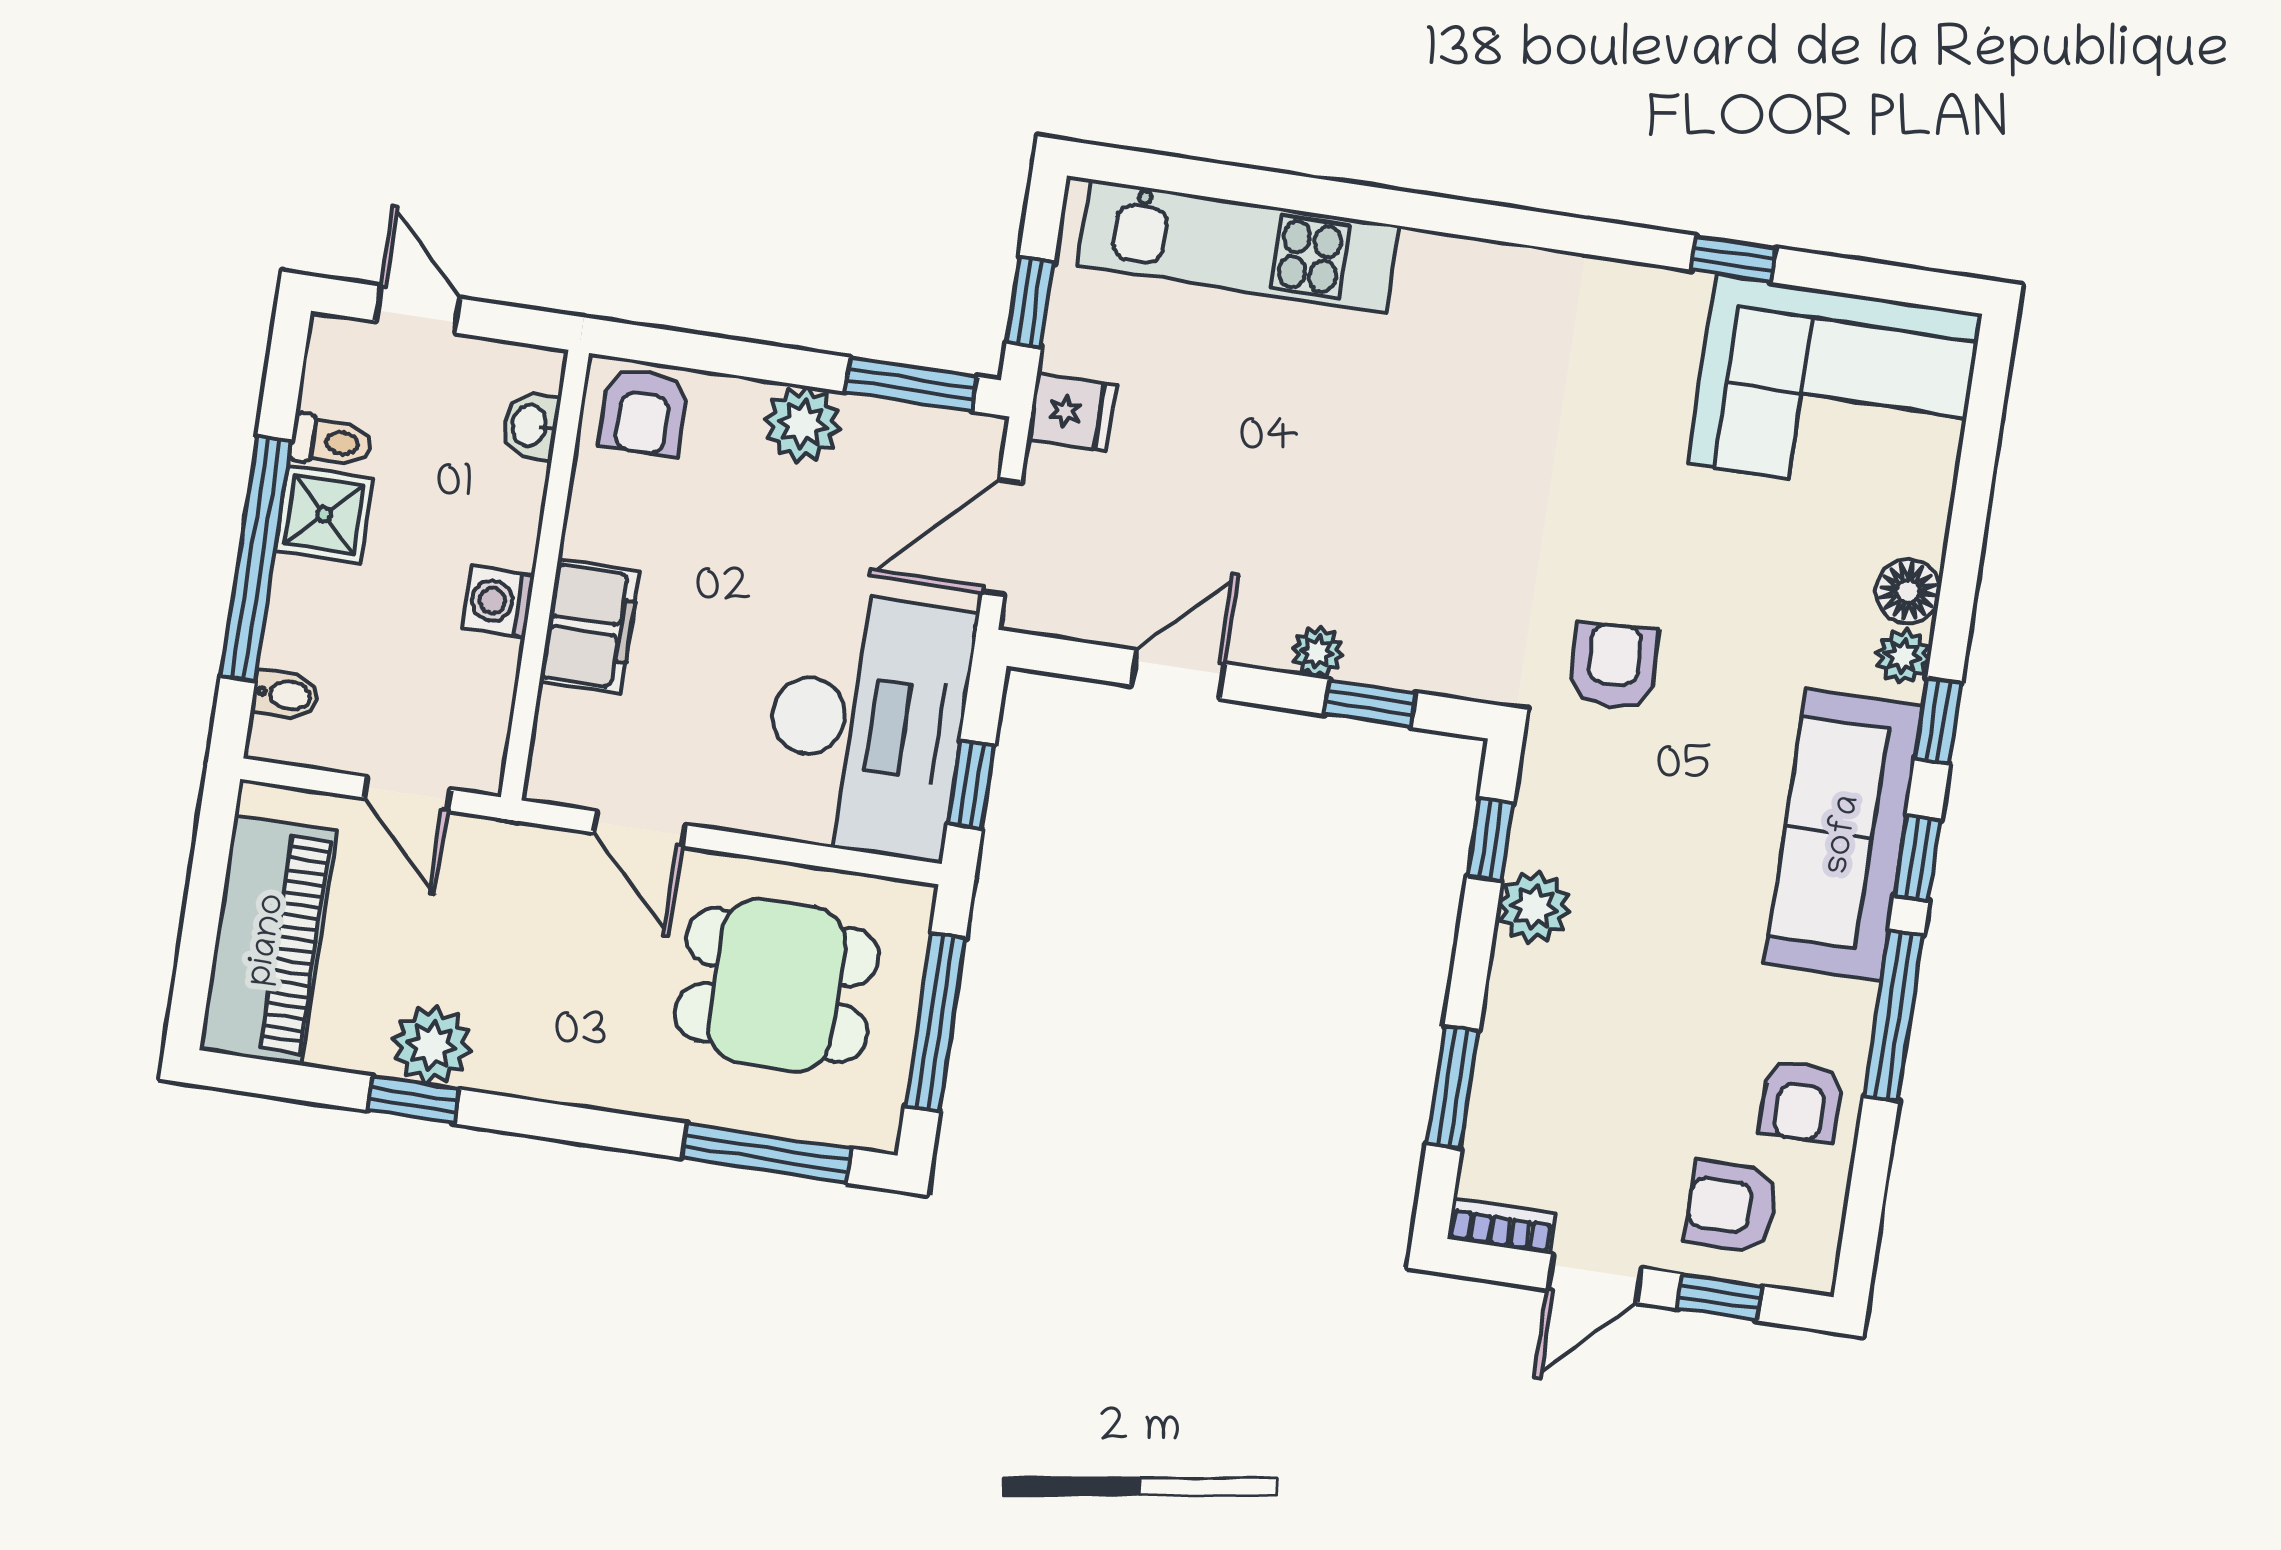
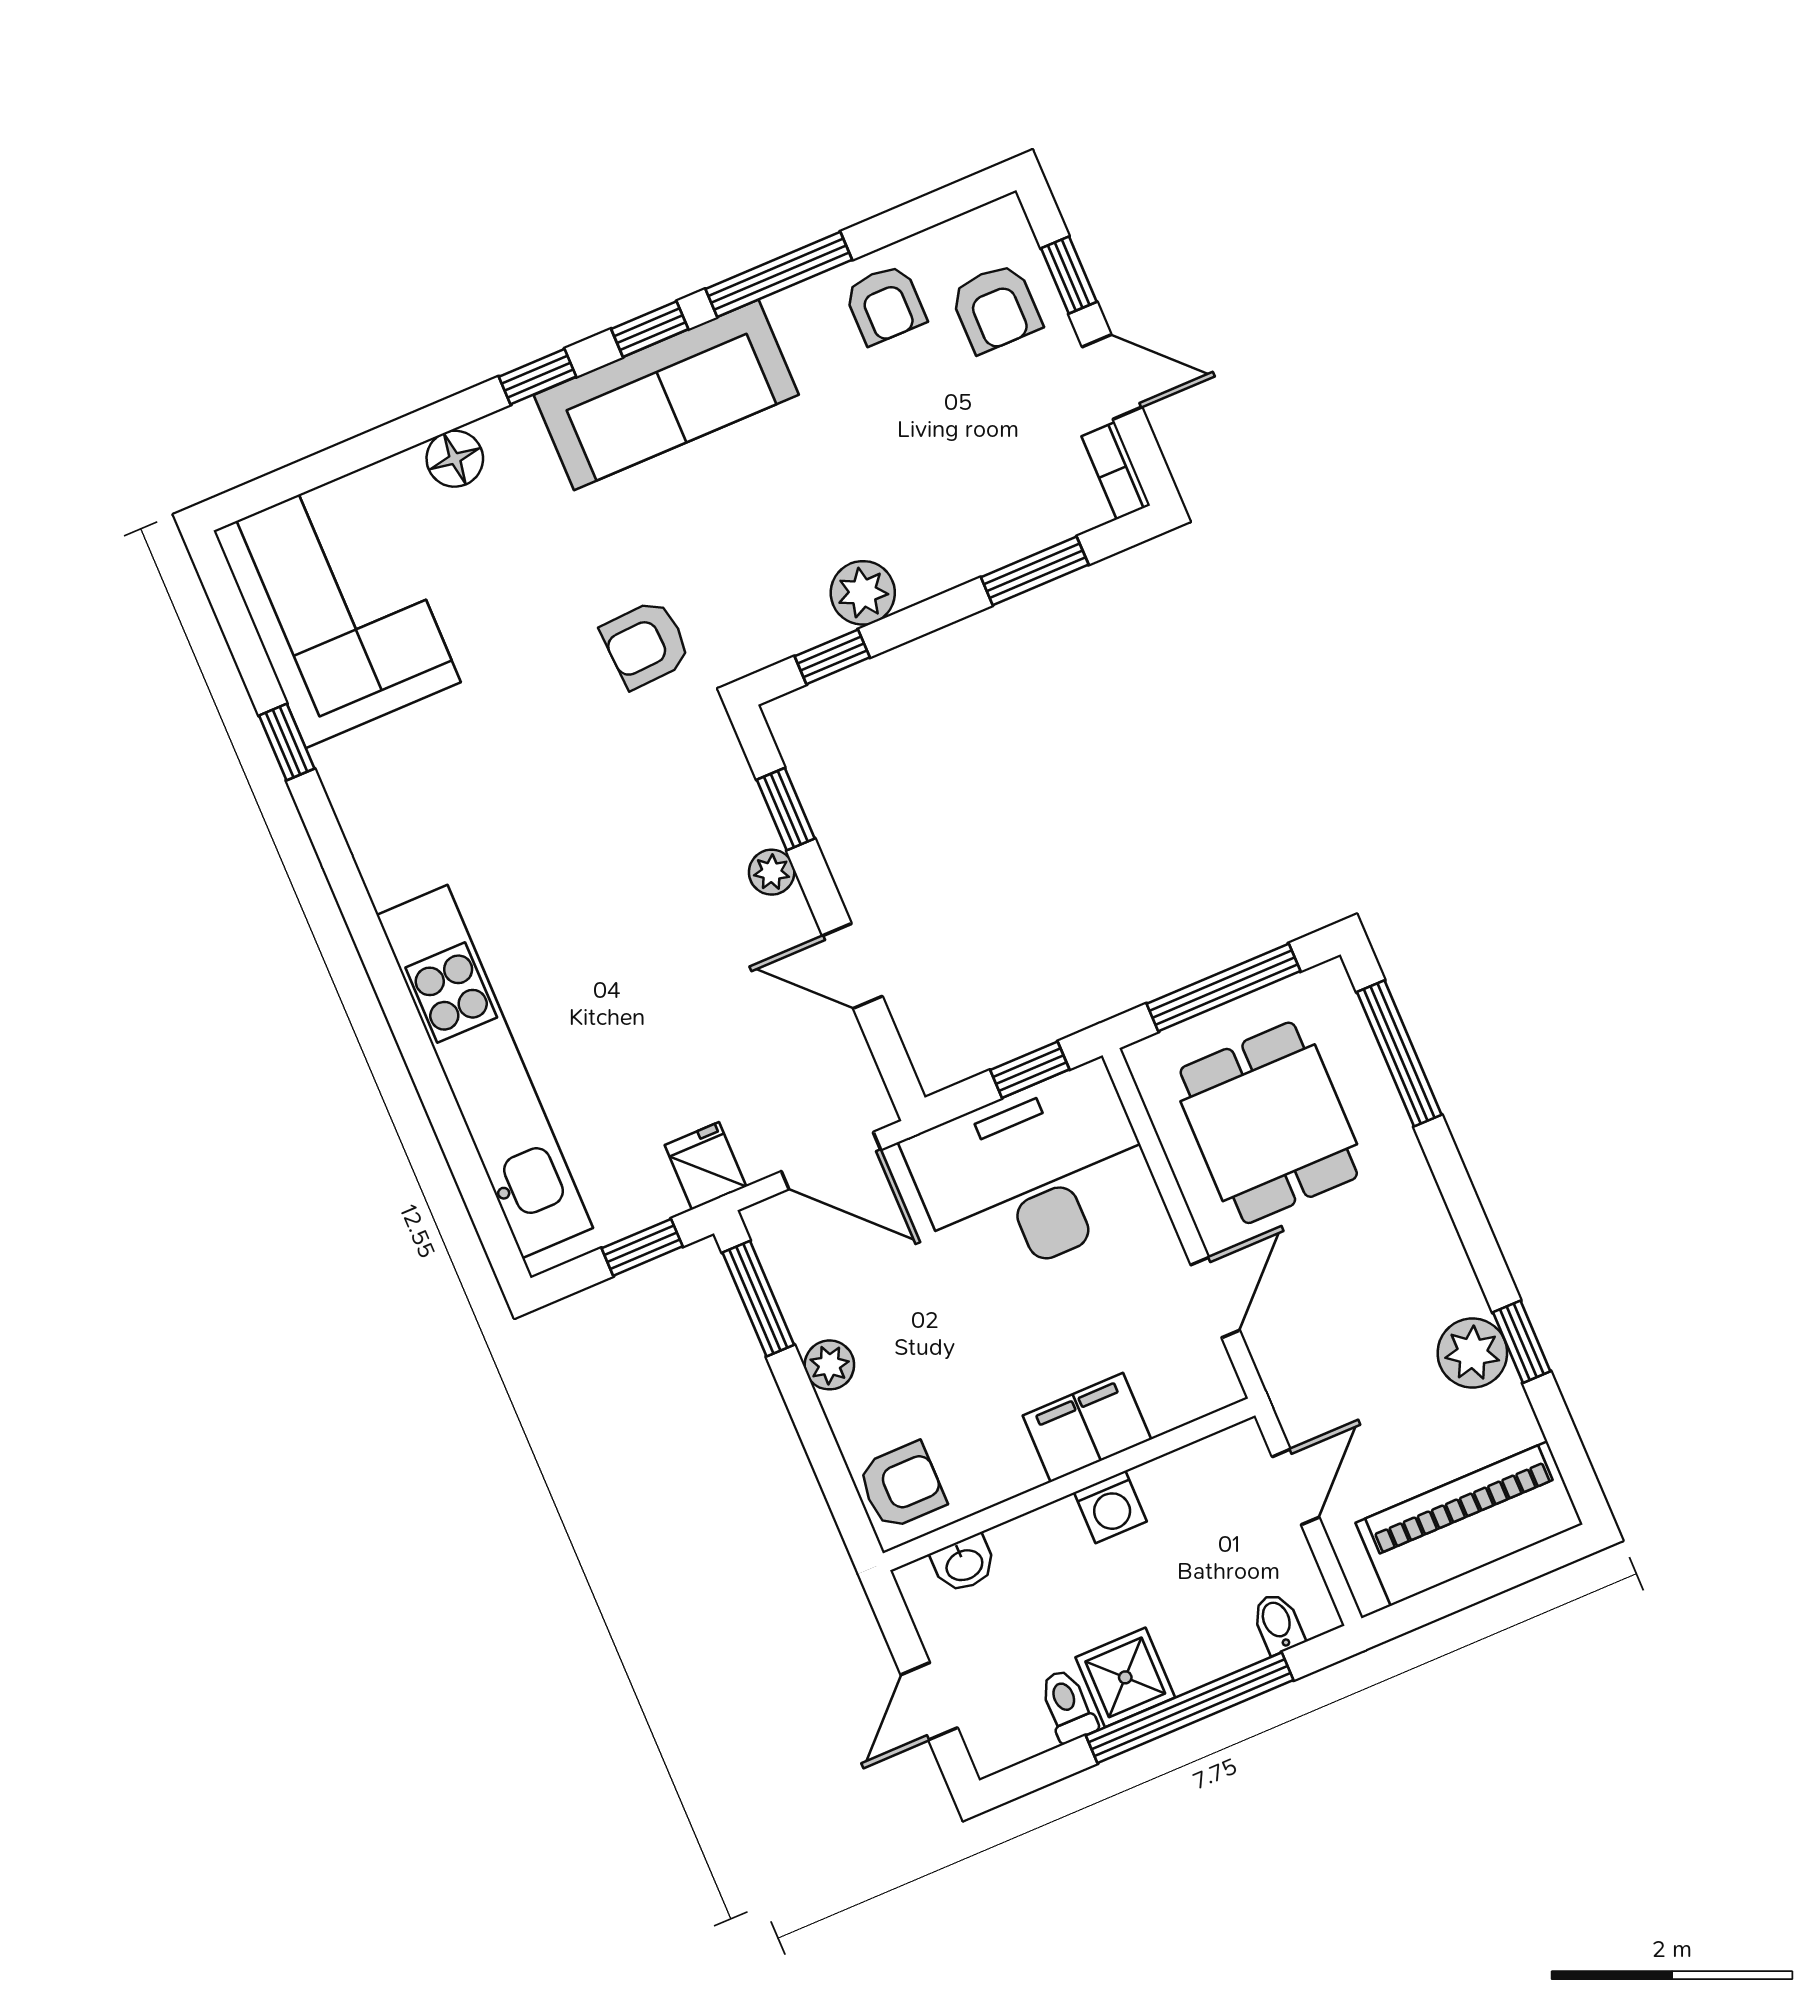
kitchen unit: (1239, 246) -> (485, 1072), width x1.36
plant: (803, 424) -> (829, 1365), width x0.73, depth x0.73
plant: (1903, 656) -> (506, 433), removed
armchair: (1801, 1101) -> (885, 304), turned 90

